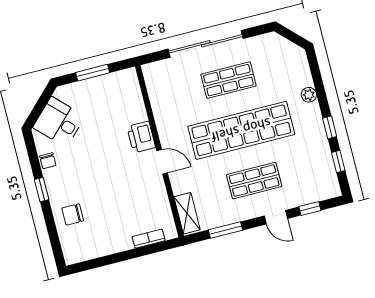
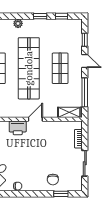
window: (42, 190) -> (61, 194), moved
door: (276, 217) -> (85, 61), hinge flipped
window: (226, 230) -> (85, 92), width x1.44
sliding door: (112, 259) -> (85, 163), added

